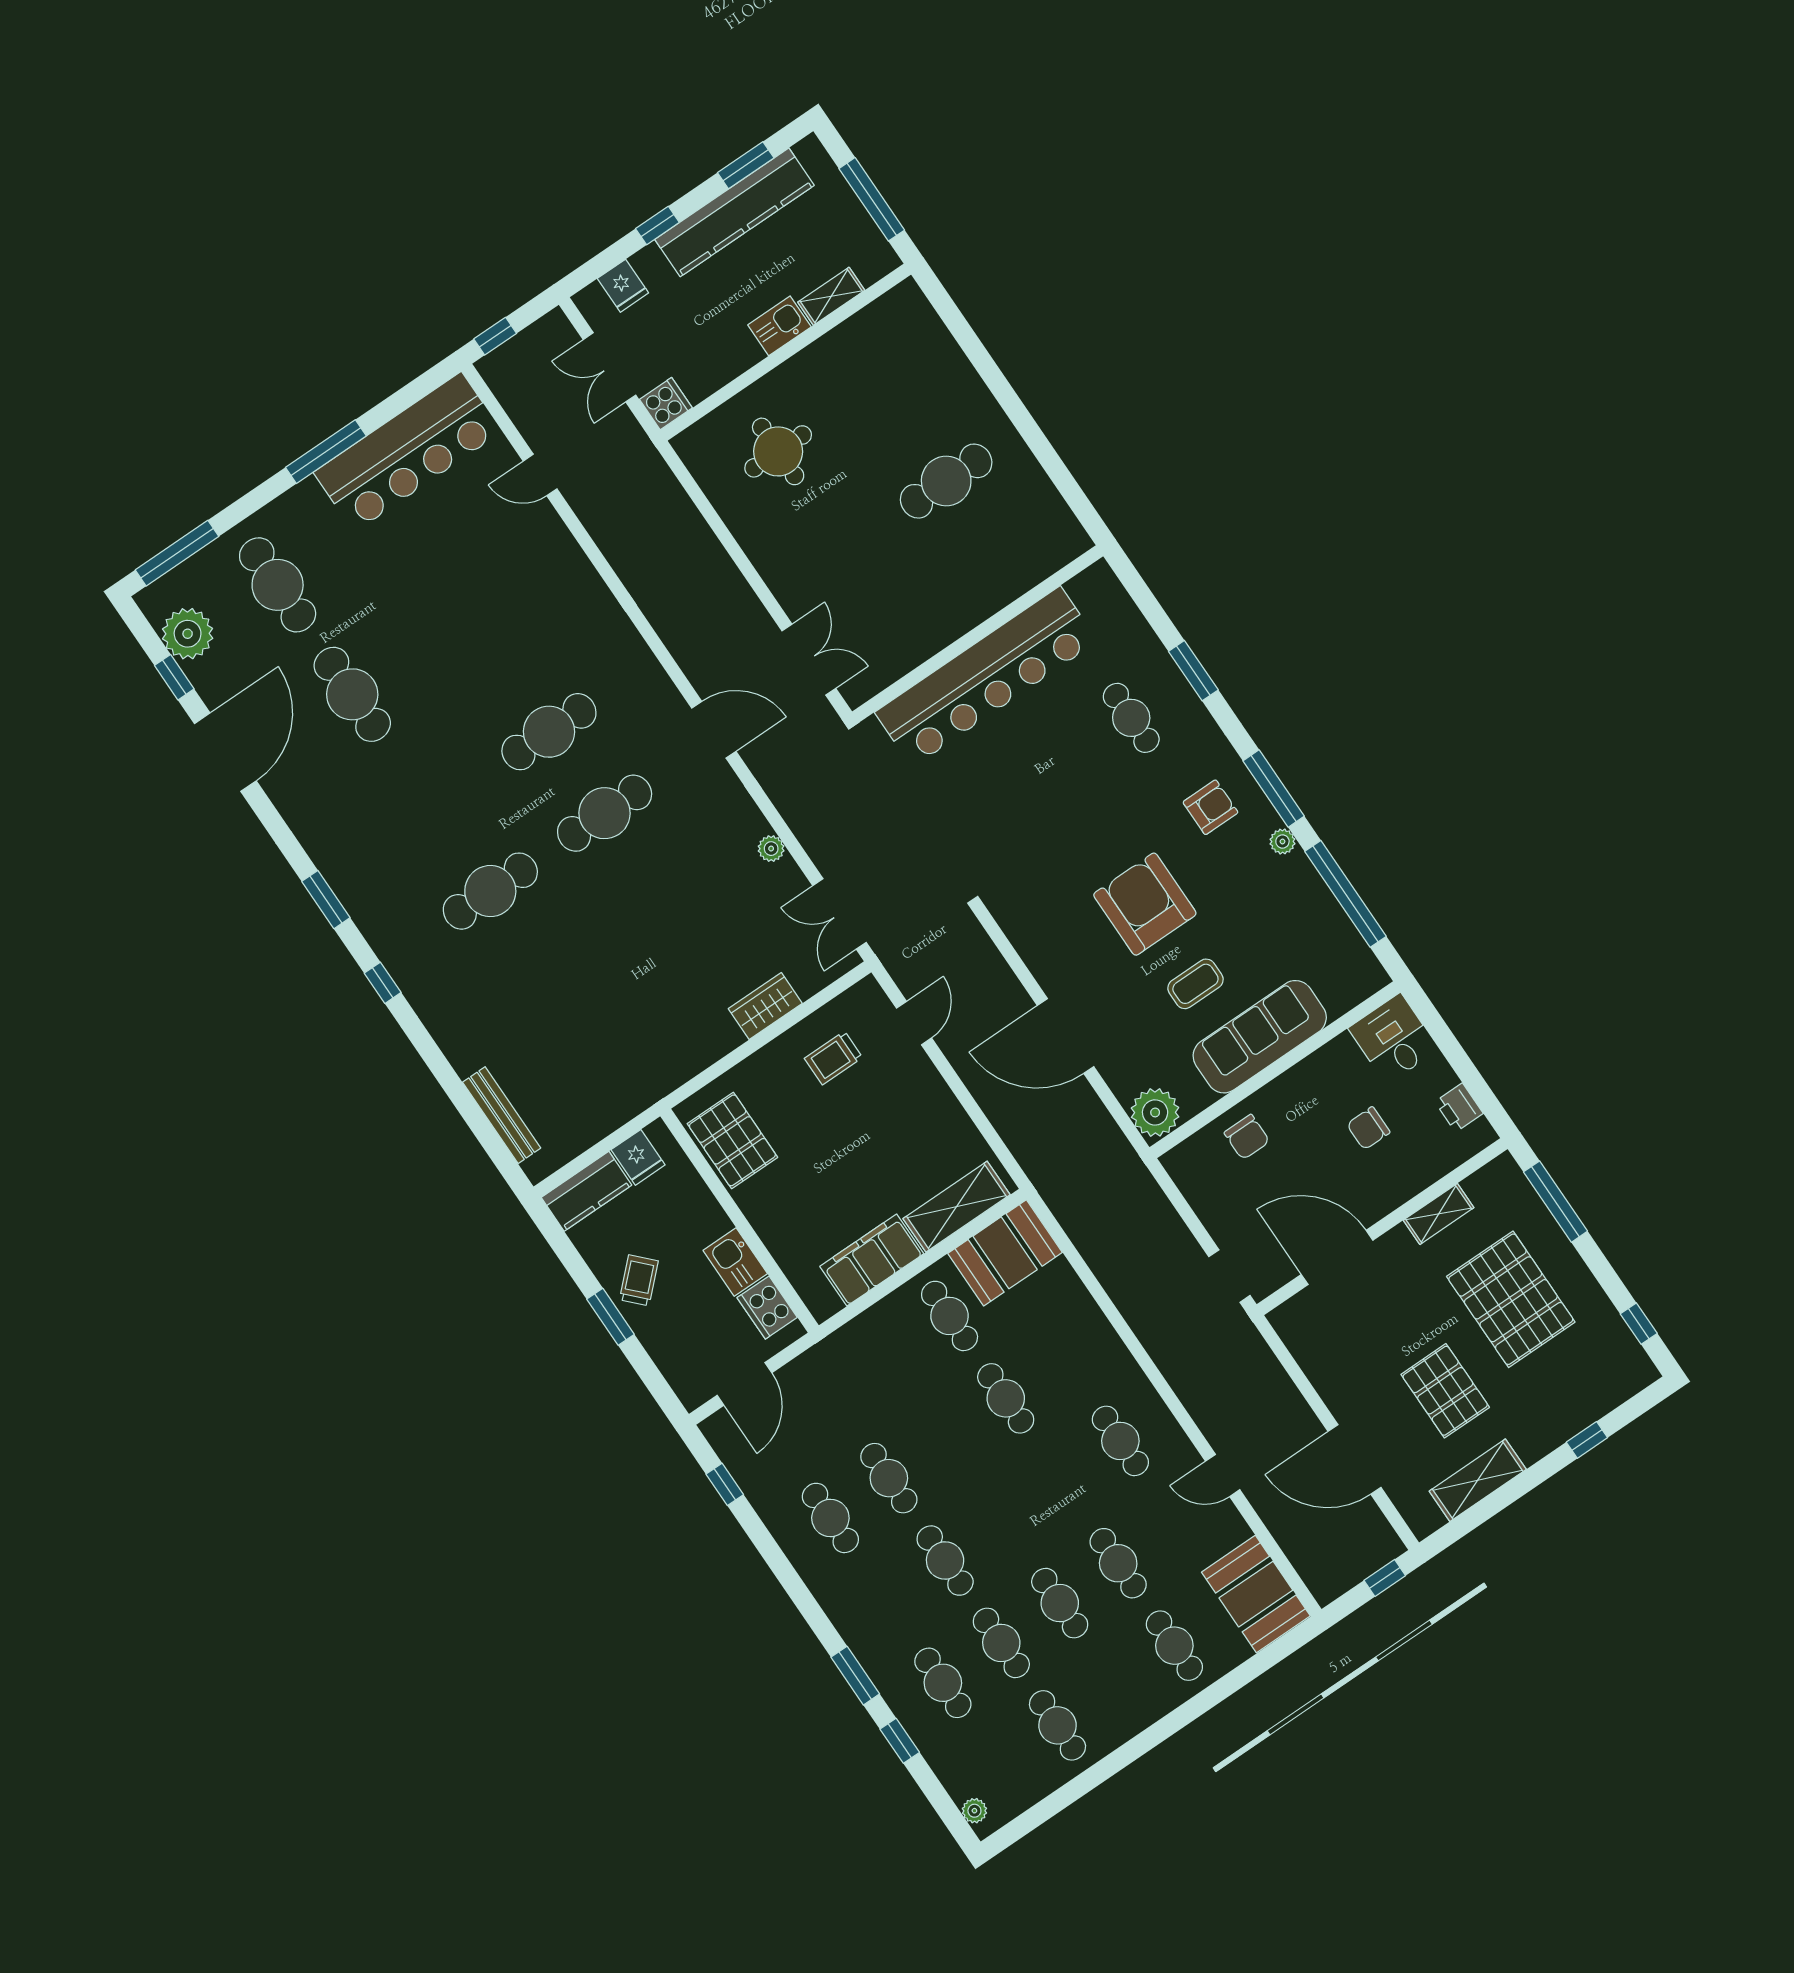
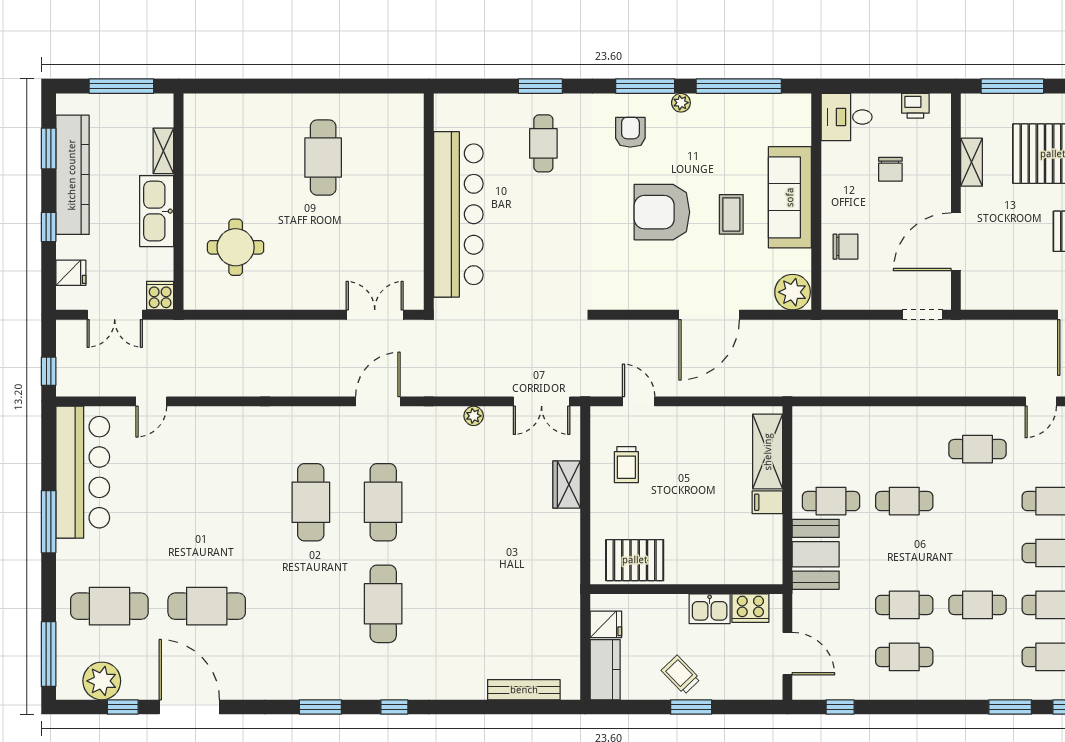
kitchen sink: (779, 326) -> (157, 211), width x1.87, depth x1.24
cafe table: (1131, 718) -> (543, 143), turned 90
booth: (1005, 1253) -> (816, 554), moved
filing cabinet: (872, 1260) -> (767, 502), width x0.33, depth x0.86

